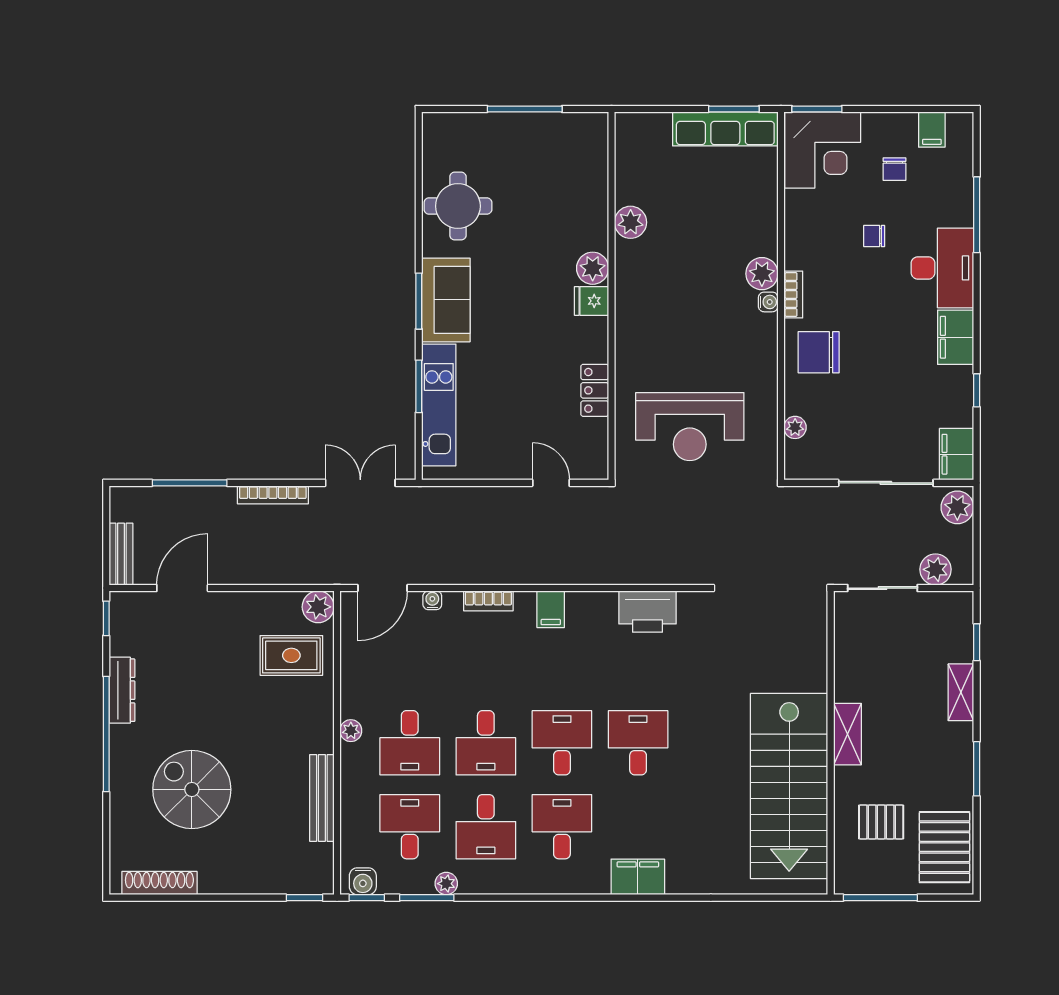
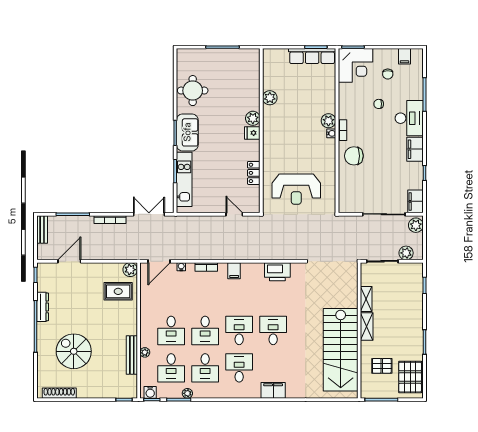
plant: (795, 427) -> (343, 189), removed
bench: (121, 554) -> (42, 229), moved
shelving: (961, 692) -> (366, 299), moved
plant: (351, 731) -> (145, 352), moved
desk: (410, 827) -> (171, 368), turned 180

